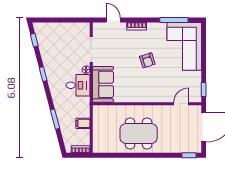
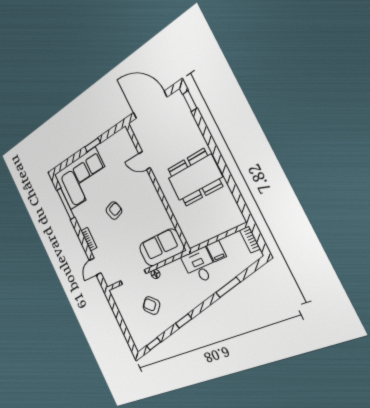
armchair: (64, 54) -> (151, 306), added
desk: (78, 85) -> (199, 266), moved
window: (204, 89) -> (93, 145), moved
door: (181, 104) -> (144, 161), moved
dining table: (139, 134) -> (195, 178), turned 90

